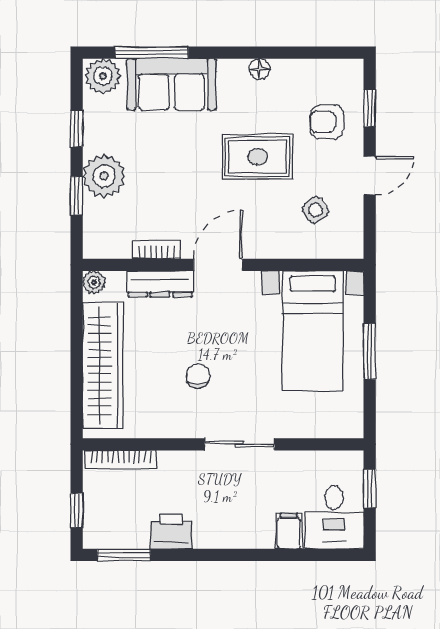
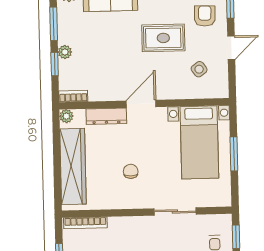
armchair: (327, 122) -> (205, 16), turned 92
window: (77, 129) -> (54, 24), width x1.50
plant: (104, 176) -> (65, 52), width x0.53, depth x0.53
bookcase: (156, 249) -> (73, 96), moved
sliding door: (240, 444) -> (175, 211), moved

